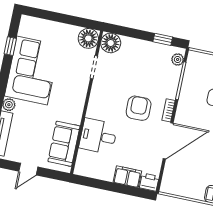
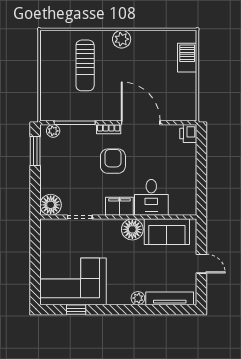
floor lamp: (88, 38) -> (132, 229), moved
window: (163, 39) -> (35, 151), width x1.50
corner sofa: (32, 71) -> (73, 281), moved
armchair: (139, 108) -> (113, 161), turned 91
filing cabinet: (127, 177) -> (119, 206), moved, turned 90

